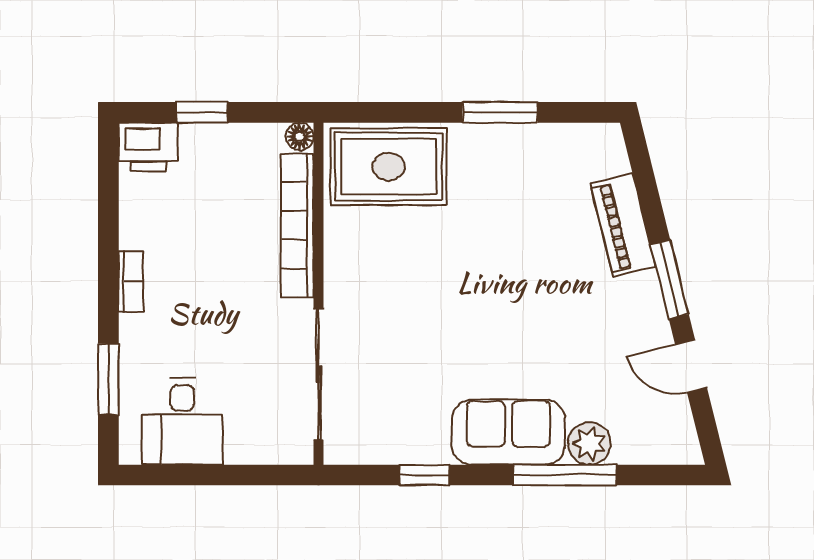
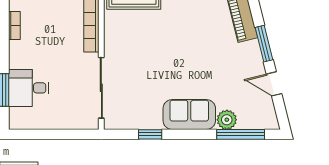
bookcase: (131, 282) -> (14, 25), moved
desk: (182, 421) -> (29, 88), moved, turned 90
window: (565, 475) -> (241, 134), moved

